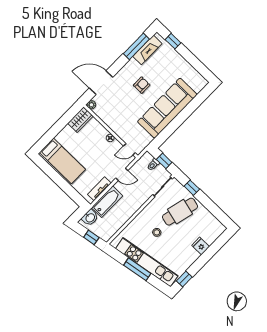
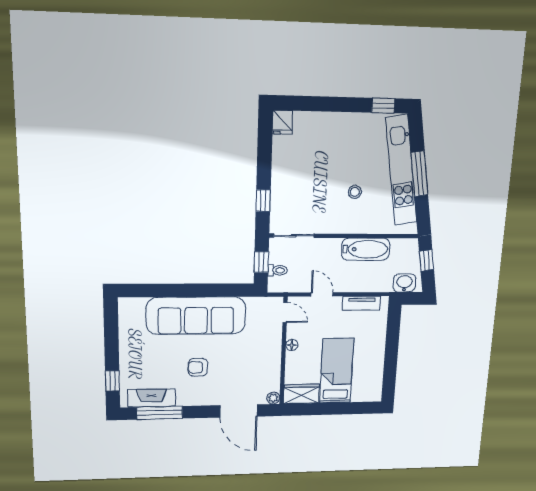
bed: (62, 161) -> (337, 371), moved
bathtub: (107, 202) -> (366, 249), moved, turned 180
cafe table: (180, 212) -> (305, 188), removed
fridge: (201, 246) -> (282, 122), moved

